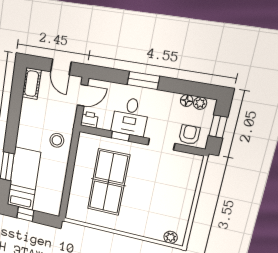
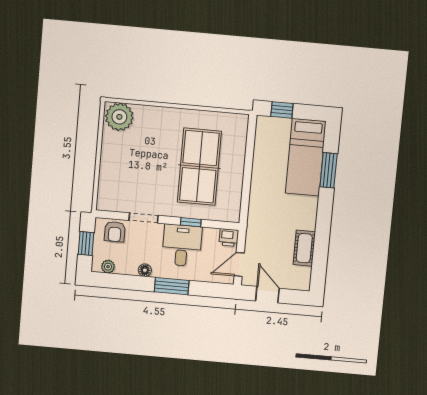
cot: (32, 84) -> (304, 248), moved
floor lamp: (187, 101) -> (145, 270), moved
stool: (57, 140) -> (266, 210), removed
window: (25, 214) -> (282, 110), moved
plant: (171, 237) -> (119, 117), width x1.88, depth x1.88

